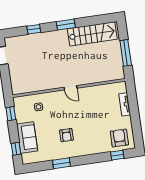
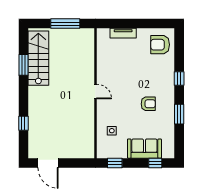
window: (66, 25) -> (23, 65), moved
door: (70, 88) -> (95, 92), hinge flipped
window: (117, 155) -> (179, 79), moved

